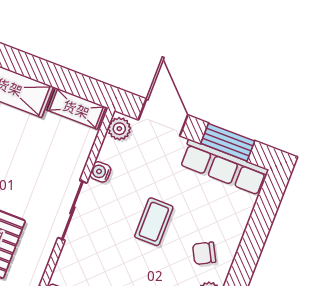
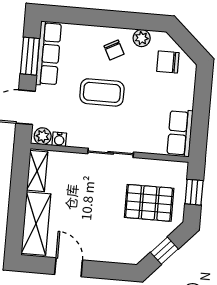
water cooler: (100, 172) -> (59, 139), moved
coffee table: (154, 222) -> (102, 92), width x1.36, depth x1.30

